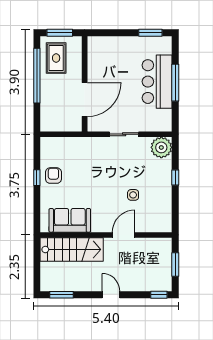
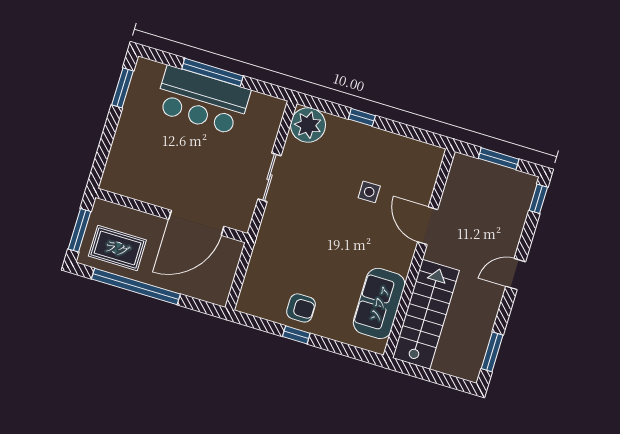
door: (85, 100) -> (196, 223), swing flipped
armchair: (53, 176) -> (301, 308), turned 180

